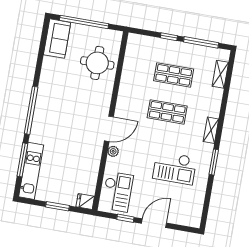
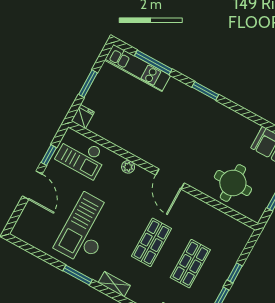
window: (31, 110) -> (205, 91), width x0.47
door: (109, 129) -> (170, 179), moved
checkout: (175, 168) -> (86, 229), width x1.36, depth x1.21

